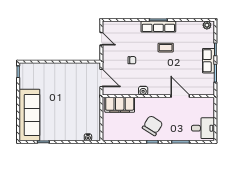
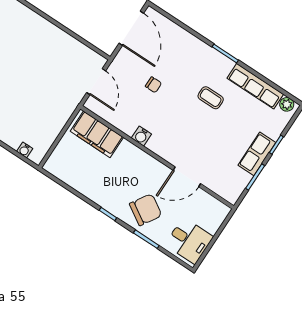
row of seats: (158, 27) -> (255, 86), moved
door: (101, 39) -> (131, 28), width x1.87
door: (180, 96) -> (187, 177), swing flipped
chair: (153, 126) -> (146, 210), moved

